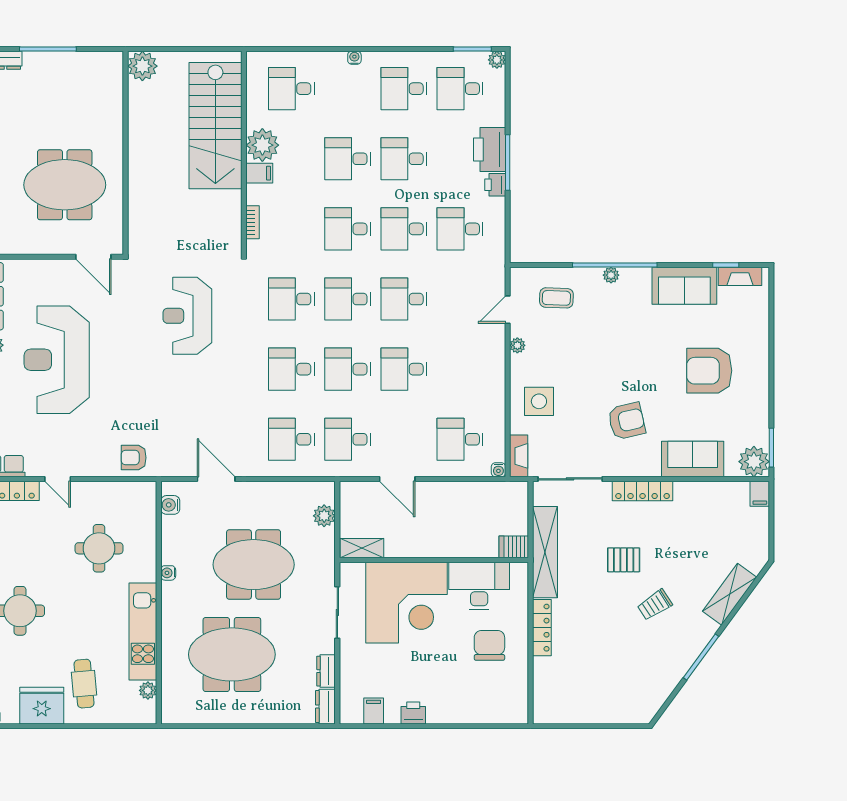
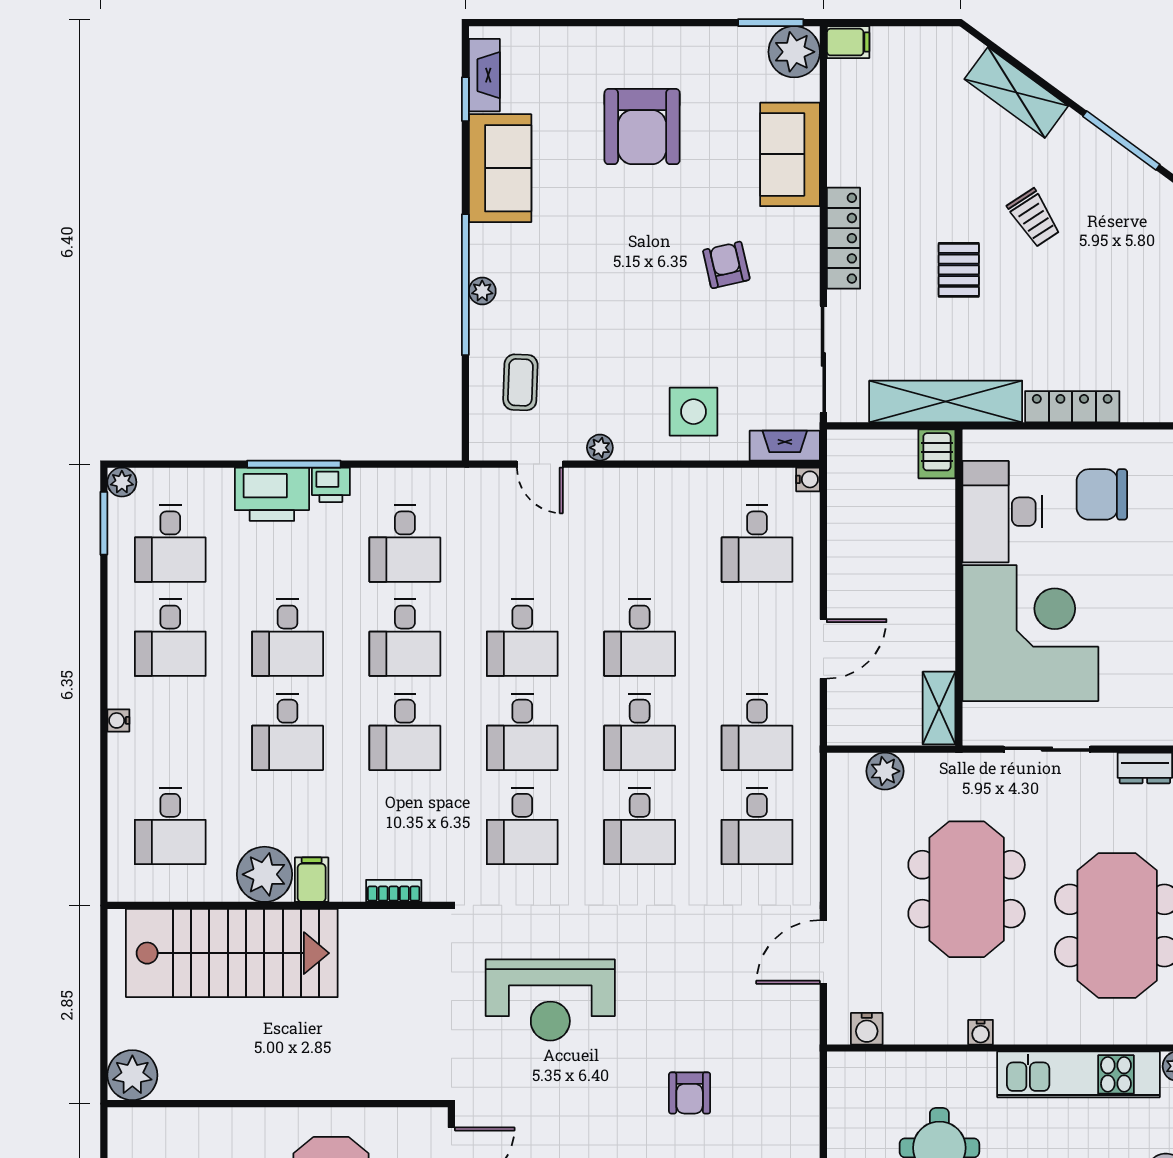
armchair: (627, 421) -> (726, 265), width x0.72, depth x0.72
armchair: (134, 458) -> (690, 1093), moved

